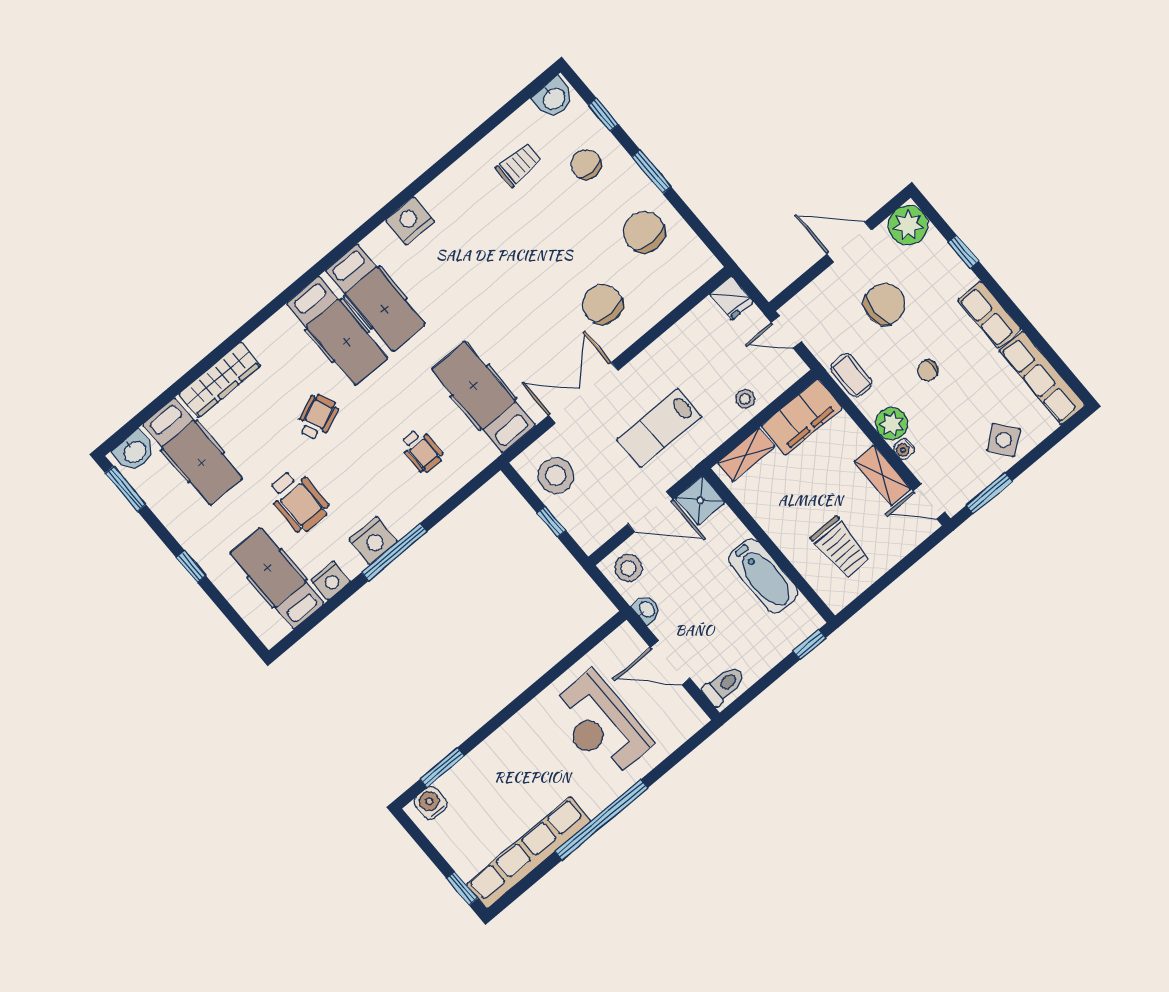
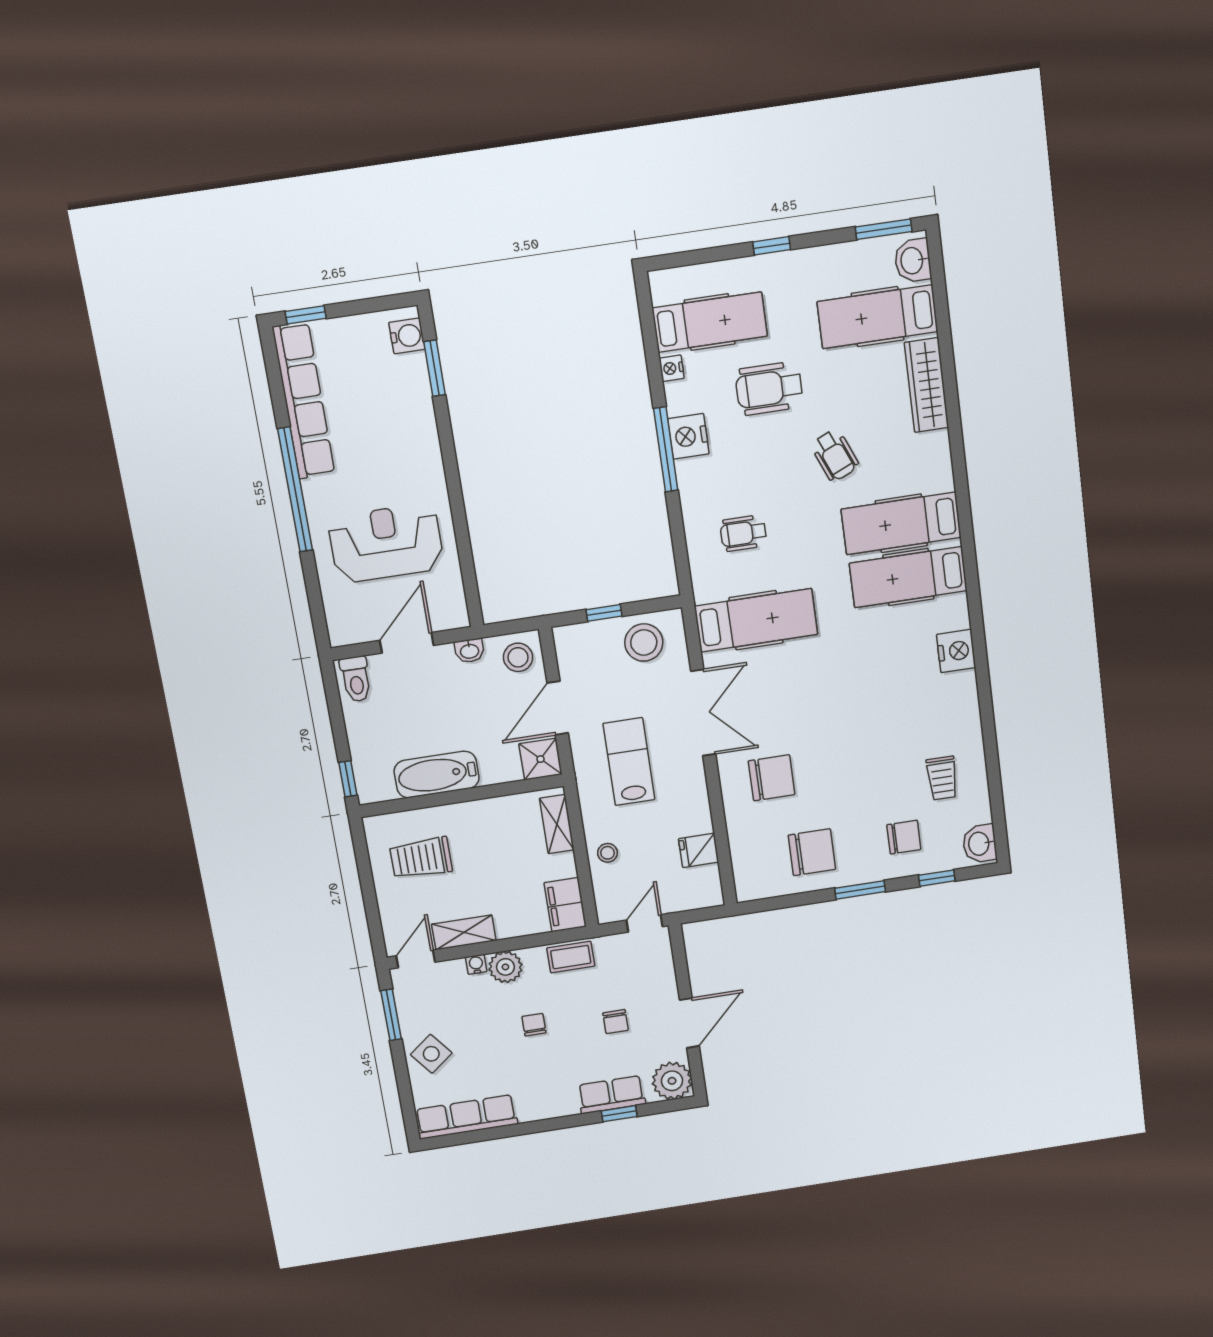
fridge: (731, 298) -> (699, 850), moved
chair: (885, 304) -> (616, 1022), width x0.54, depth x0.54
row of seats: (989, 315) -> (611, 1095), moved
filing cabinet: (802, 417) -> (565, 905), width x0.67, depth x0.86
nightstand: (331, 581) -> (672, 368), width x0.72, depth x0.74

